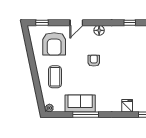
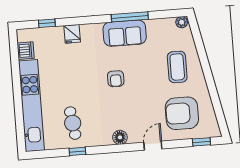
cafe table: (132, 43) -> (73, 123), added
armchair: (54, 44) -> (182, 113), turned -90
armchair: (94, 61) -> (116, 79), moved
sofa: (80, 103) -> (125, 33), moved

